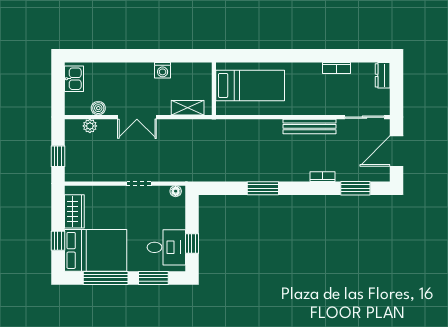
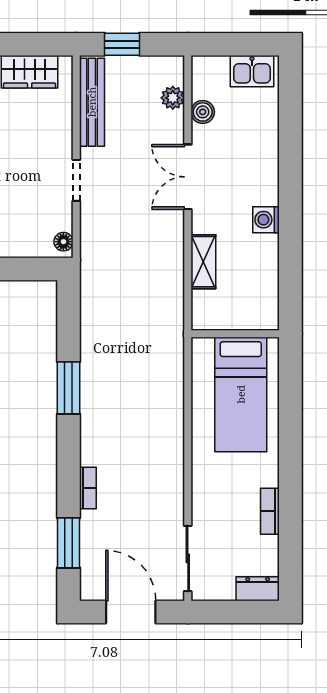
bed: (250, 85) -> (241, 394), moved
wall: (214, 89) -> (235, 334), moved
bench: (309, 126) -> (92, 102), moved

